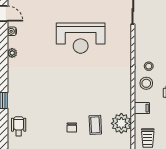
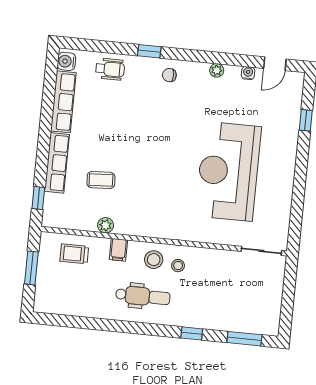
reception desk: (81, 38) -> (228, 171), width x1.36, depth x1.30
plant: (121, 123) -> (106, 225), width x0.53, depth x0.53
chair: (72, 127) -> (169, 75), moved

